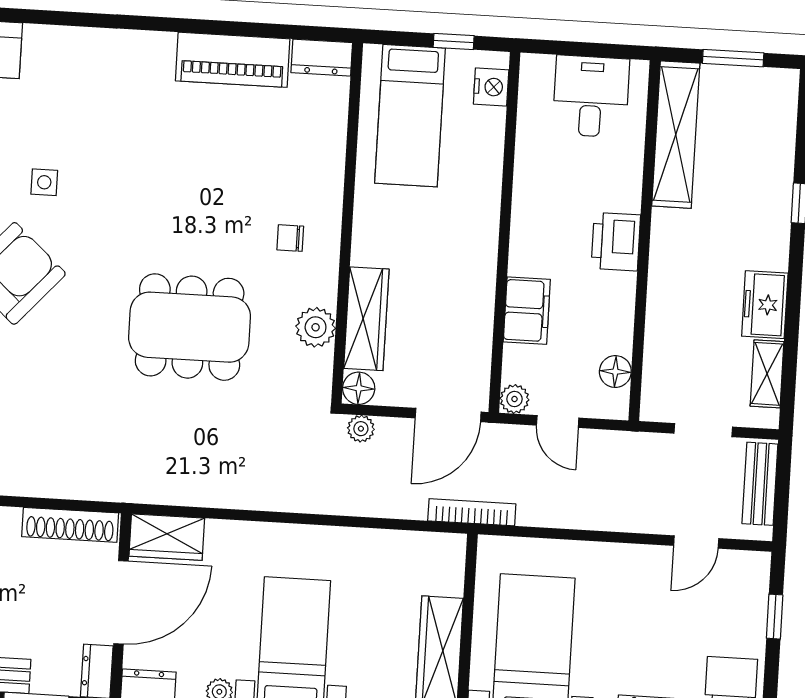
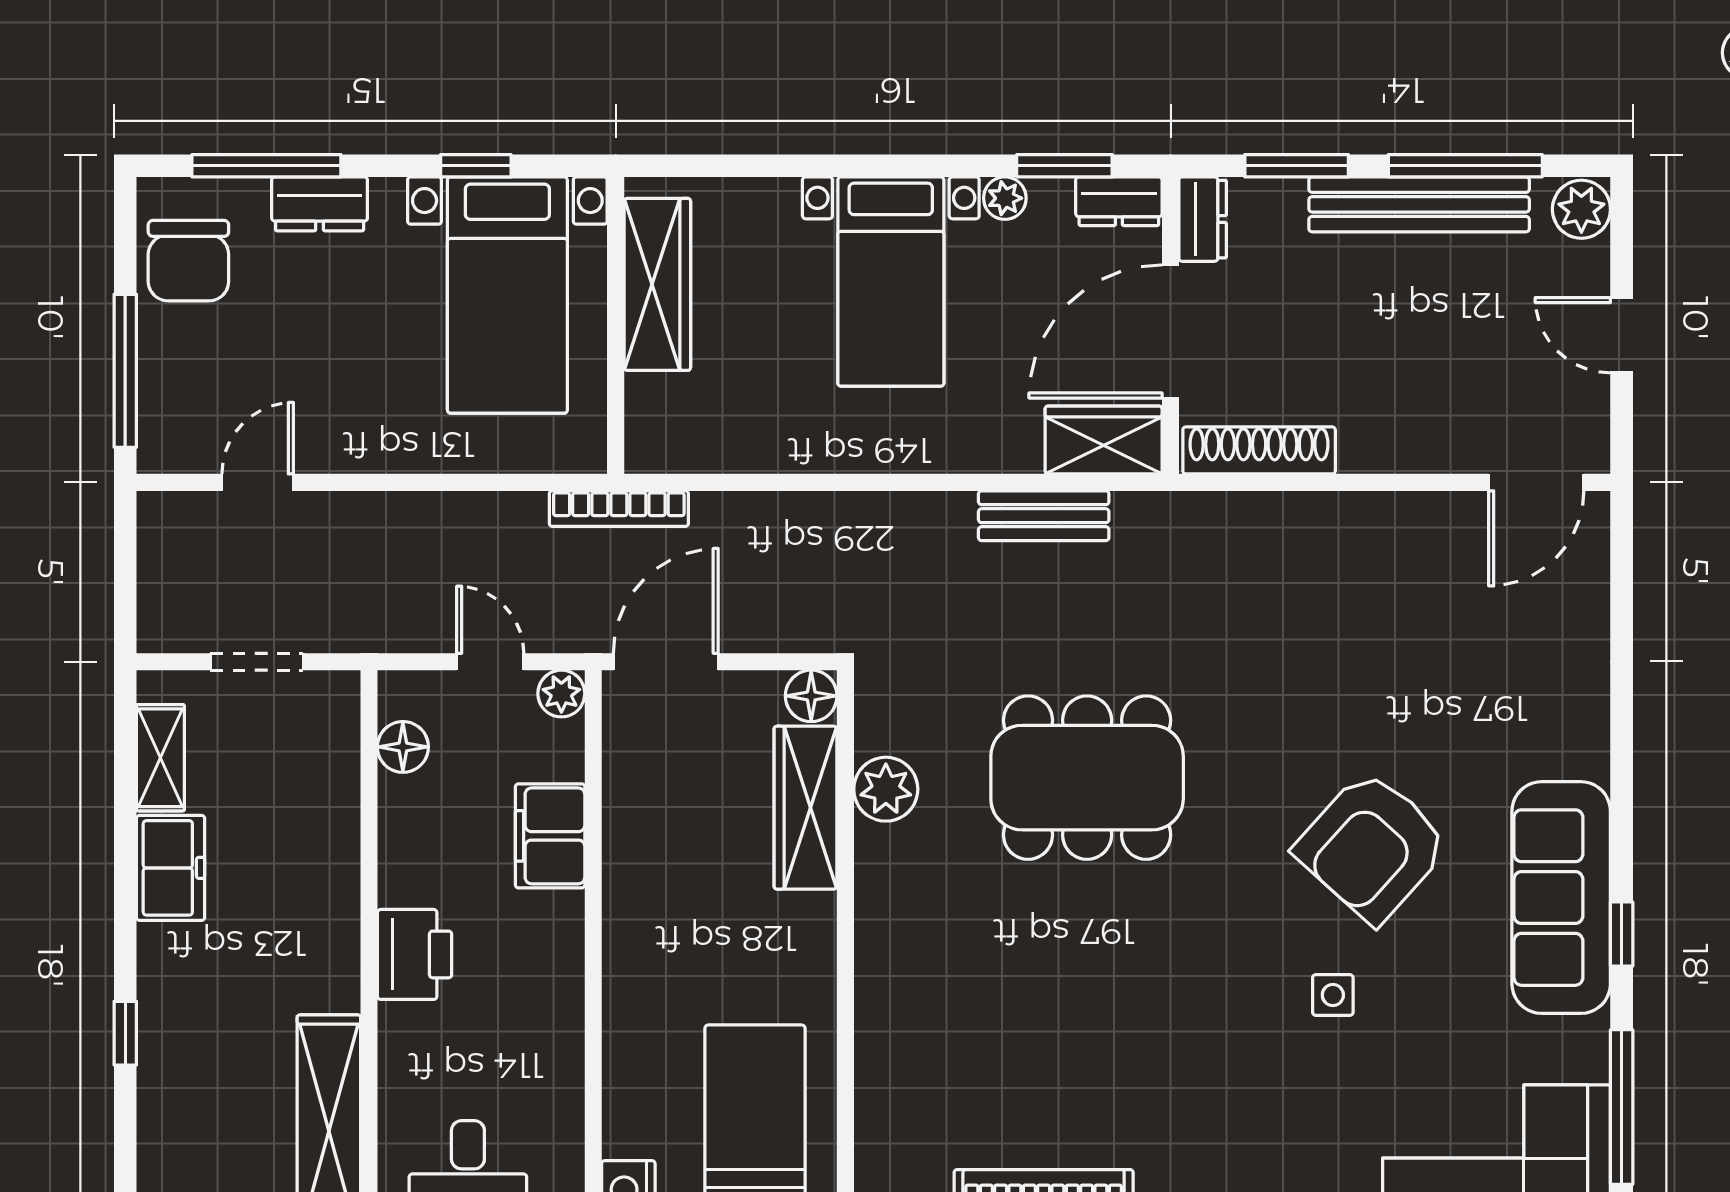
chair: (290, 238) -> (935, 929), removed
plant: (361, 429) -> (804, 632), removed
bench: (760, 484) -> (1044, 516), moved, turned 90
window: (775, 617) -> (125, 371), width x2.17

